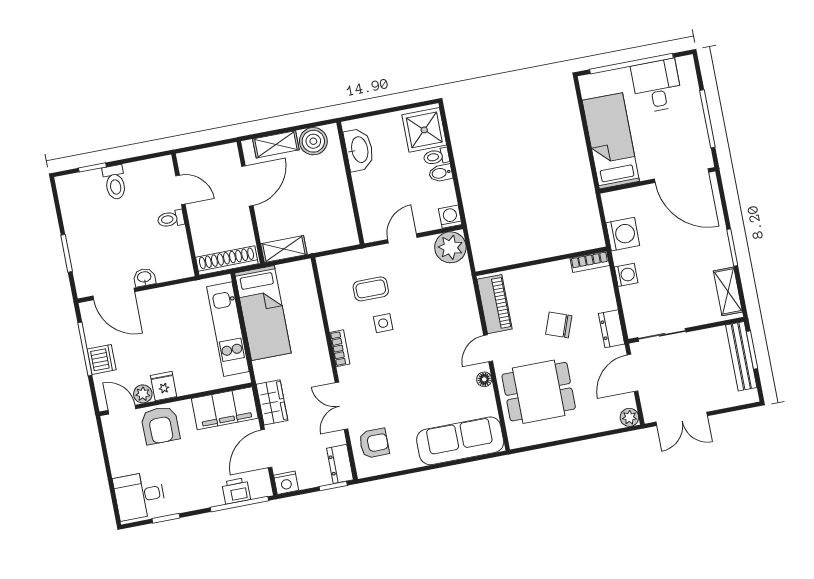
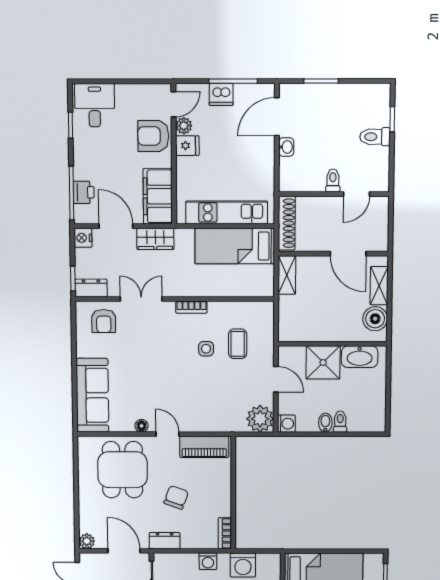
shower: (424, 130) -> (323, 362), moved

